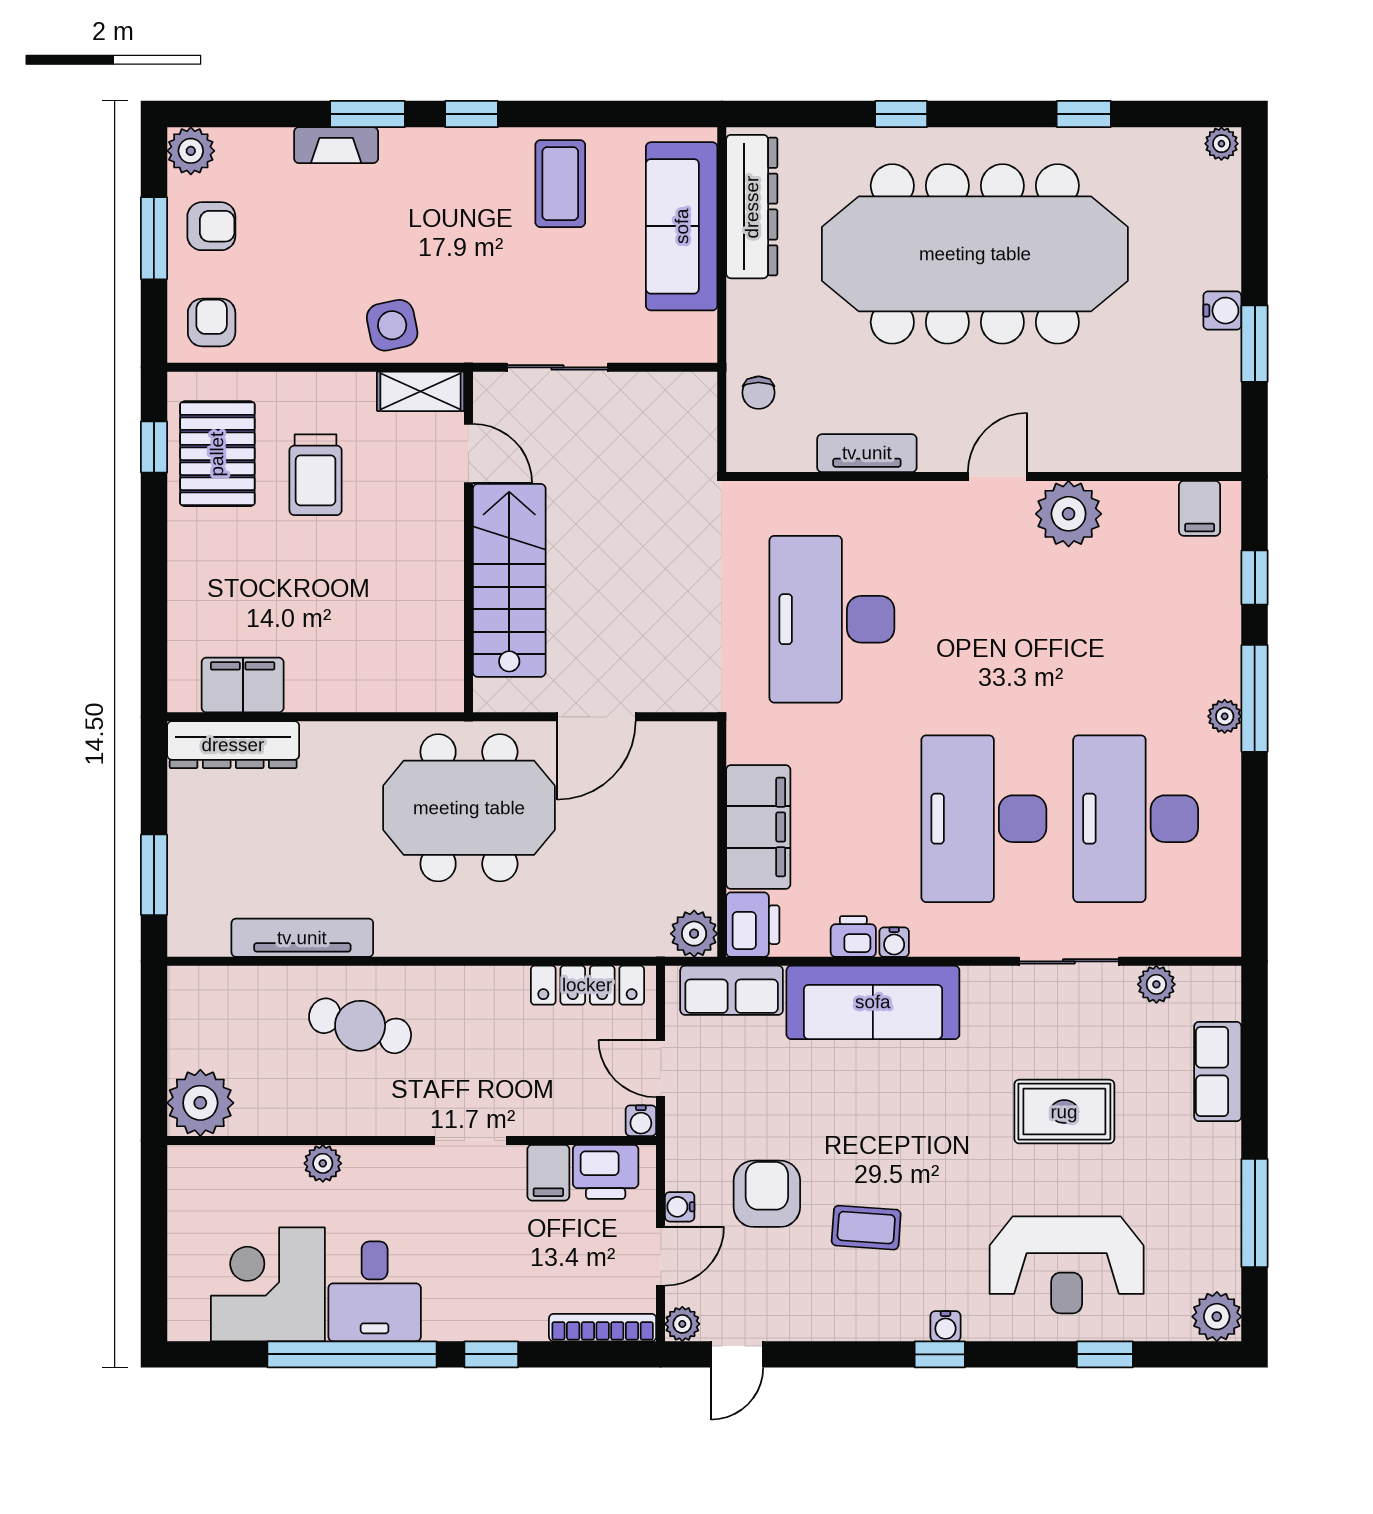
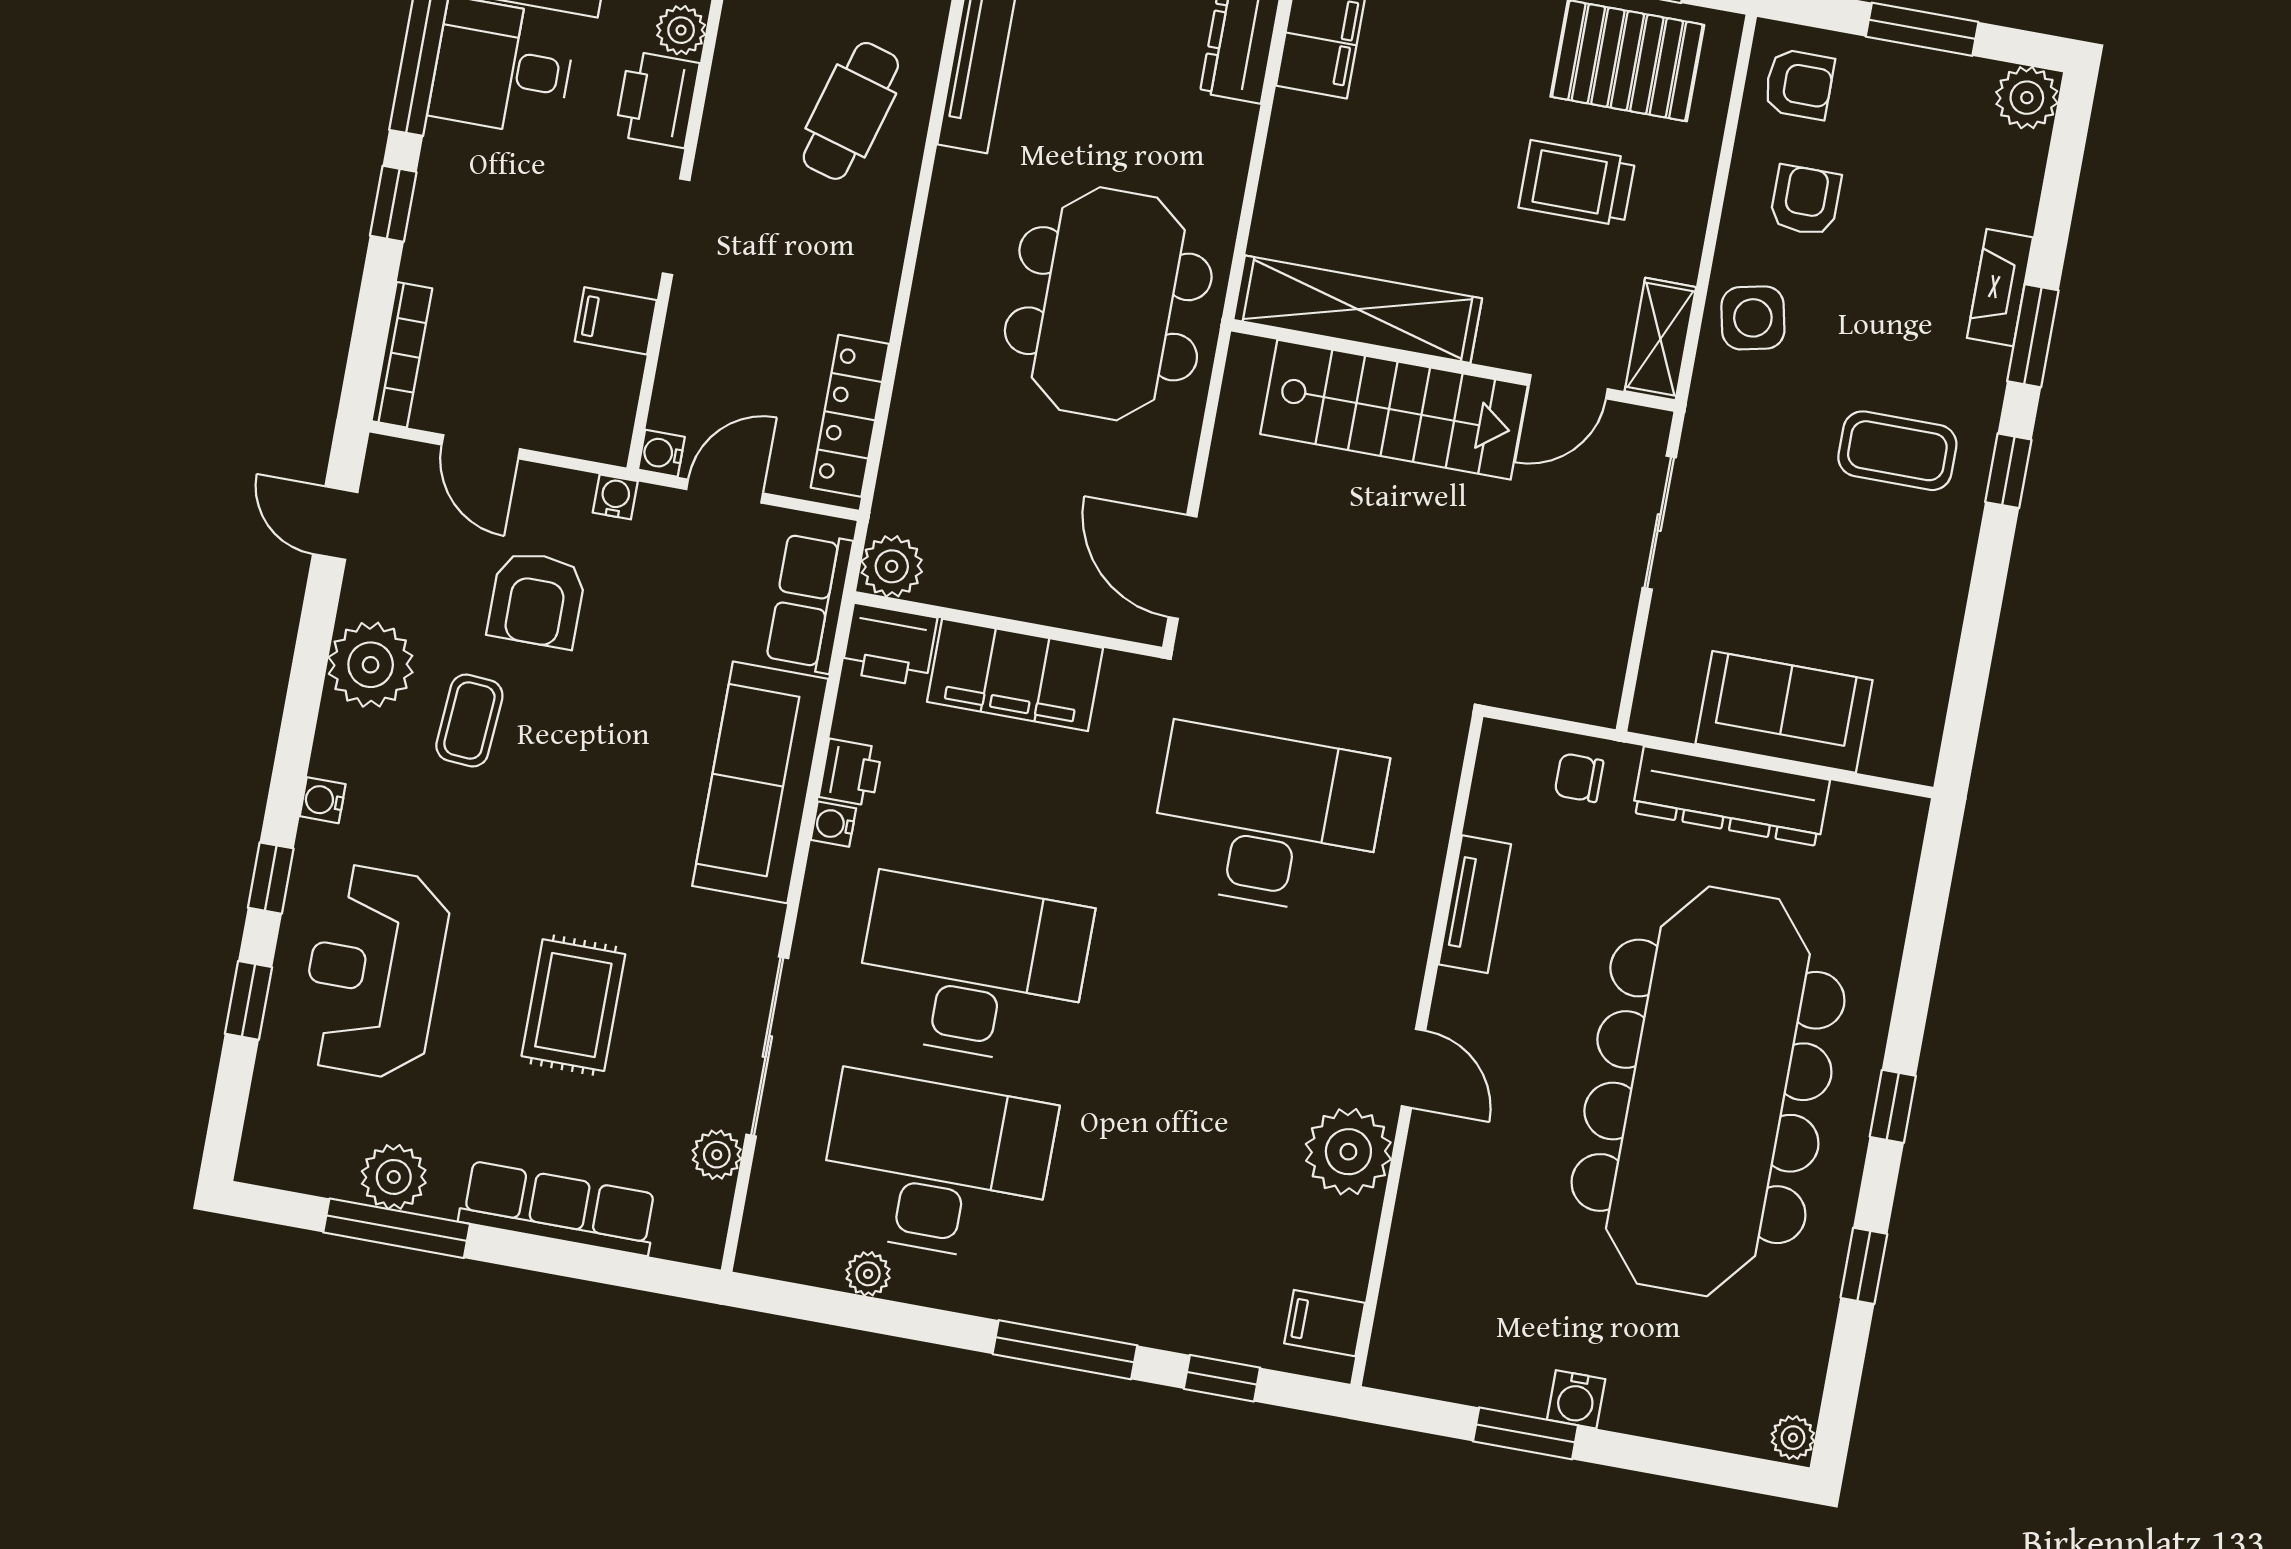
window: (901, 114) -> (1893, 1106), moved
coffee table: (560, 184) -> (1897, 451), moved
dresser: (752, 207) -> (1731, 796), moved
armchair: (211, 226) -> (1805, 201), moved, turned 180
sofa: (682, 226) -> (1784, 712), width x0.73
shelving: (439, 621) -> (1358, 309), added
plant: (1225, 716) -> (868, 1274), moved
door: (596, 717) -> (1183, 567), moved
sliding door: (1069, 961) -> (767, 1046), width x1.37
row of seats: (1218, 1072) -> (558, 1208), width x1.48
printer: (606, 1172) -> (657, 99), moved
armchair: (767, 1194) -> (537, 600), turned 90
water cooler: (680, 1207) -> (615, 497), moved
plant: (1217, 1317) -> (394, 1177), moved
plant: (682, 1324) -> (371, 665), moved, width x1.87, depth x1.87
window: (940, 1354) -> (271, 878), moved

